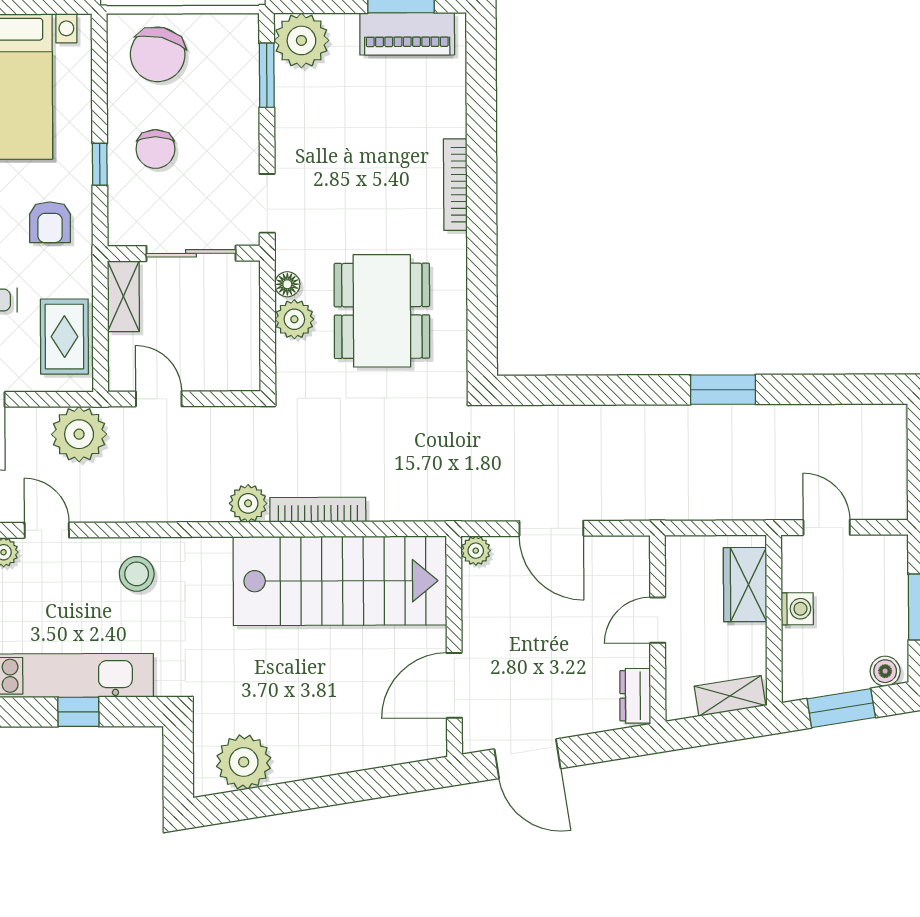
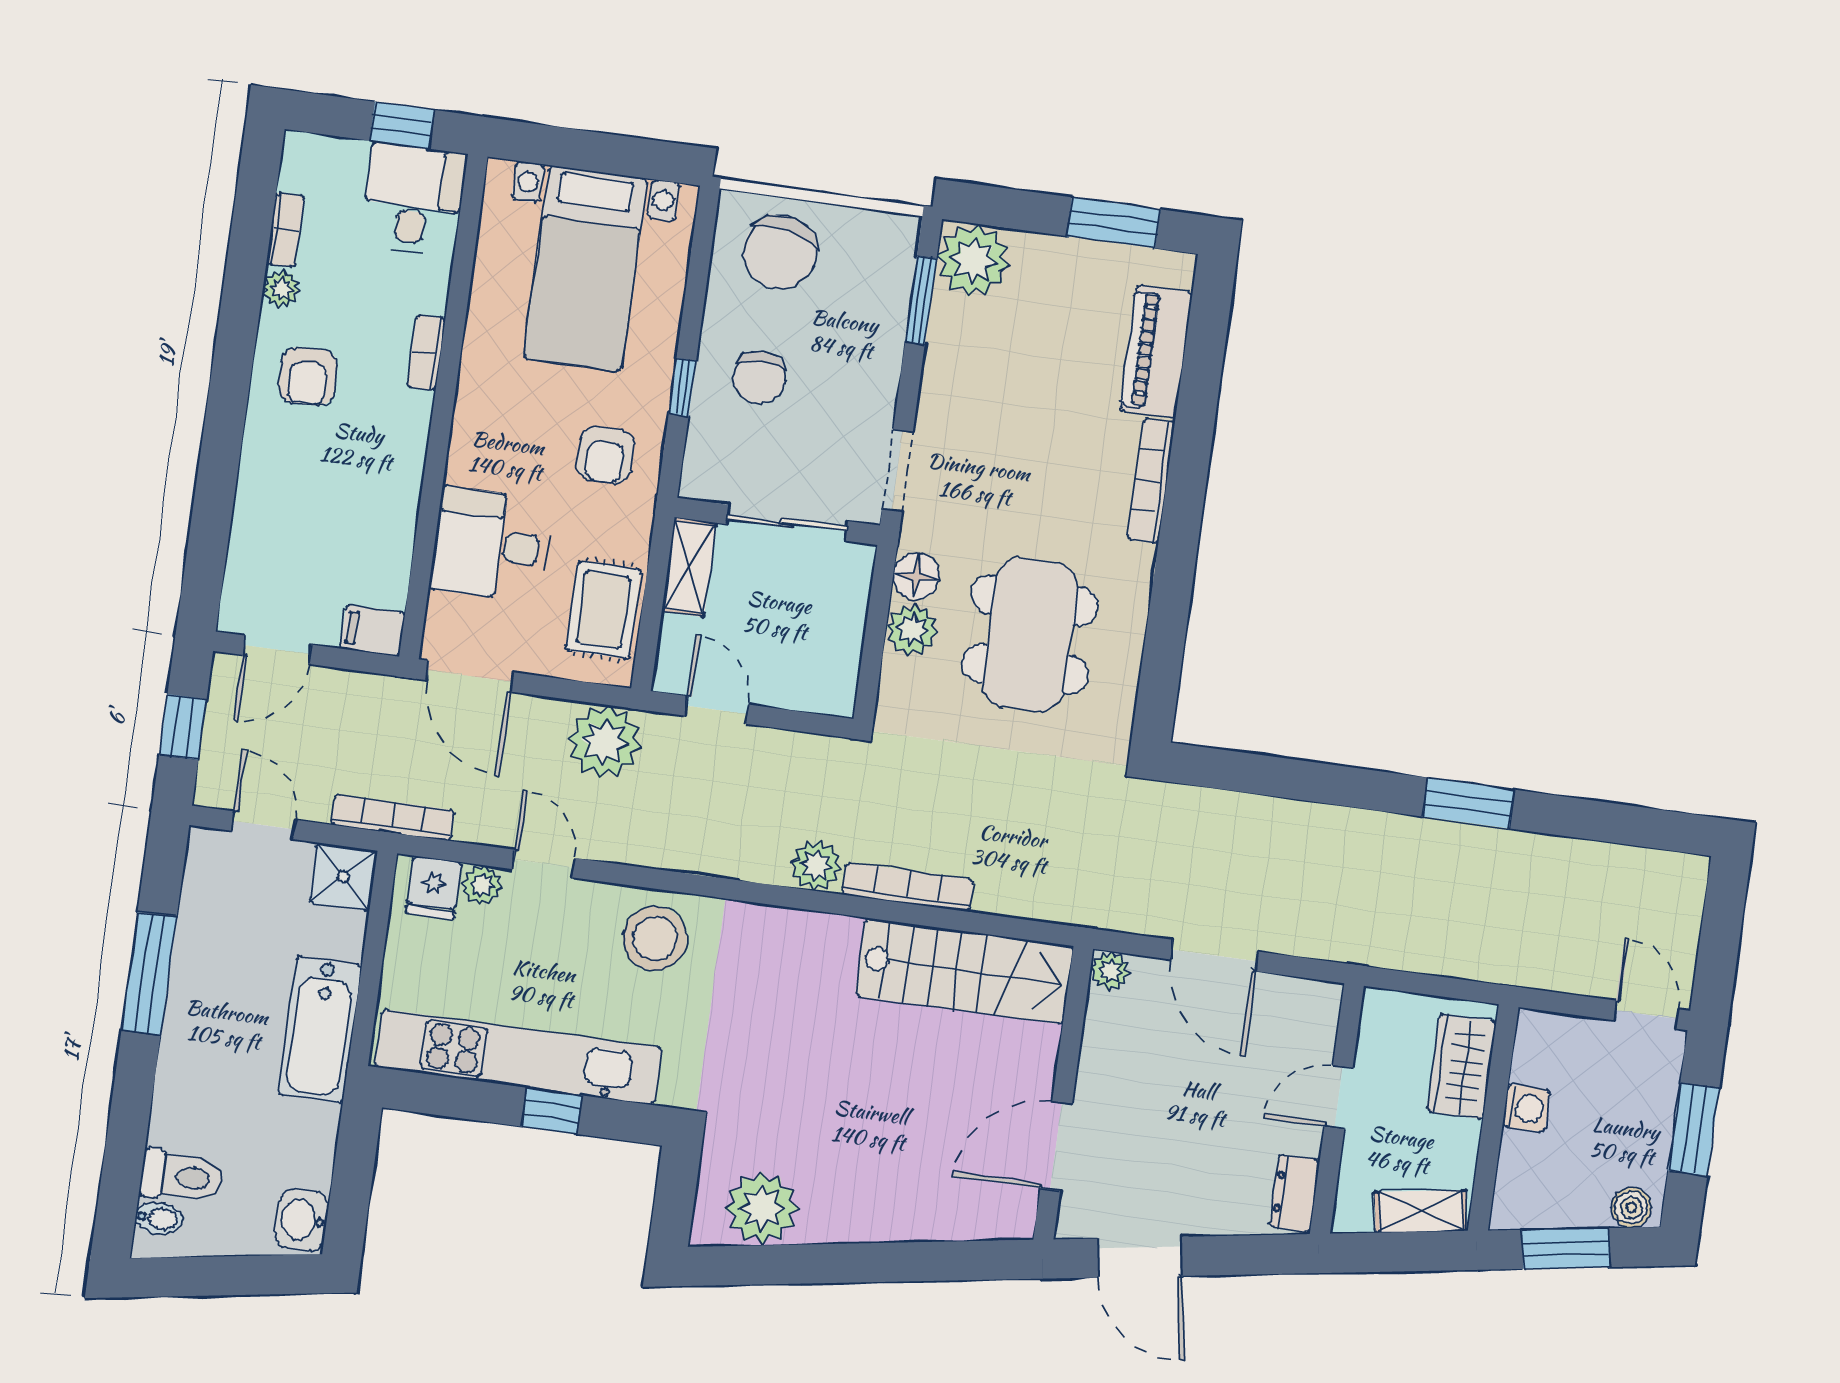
piano: (407, 34) -> (1156, 351), moved, turned 90
floor lamp: (287, 284) -> (916, 576), width x1.37, depth x1.37
door: (827, 527) -> (1646, 1015), moved
stool: (137, 574) -> (655, 938), width x1.38, depth x1.38
stairs: (340, 581) -> (964, 971), width x0.73, depth x0.66

